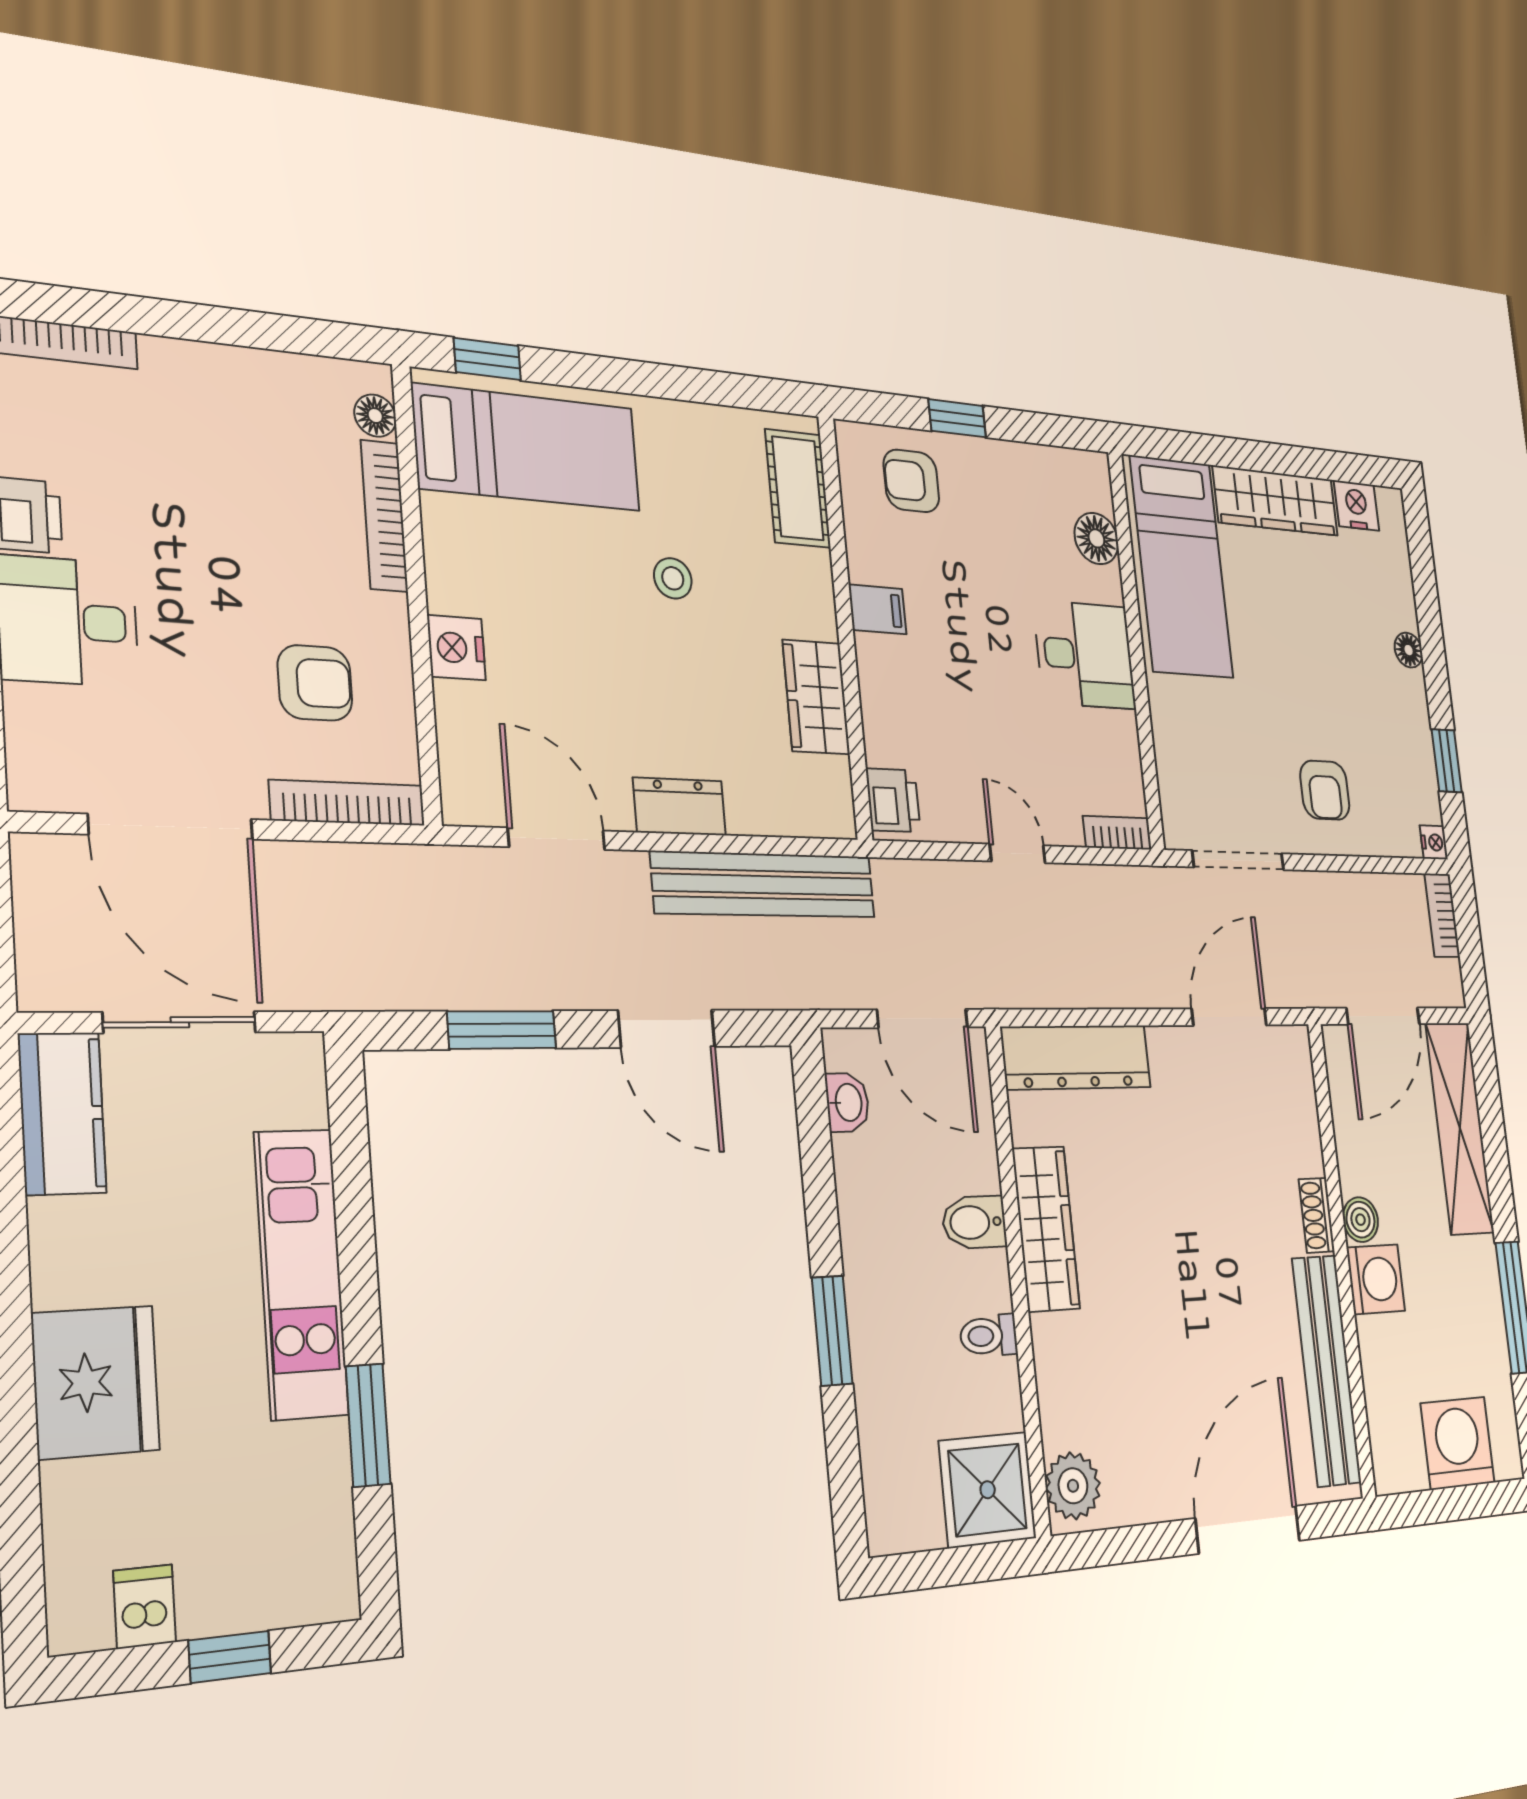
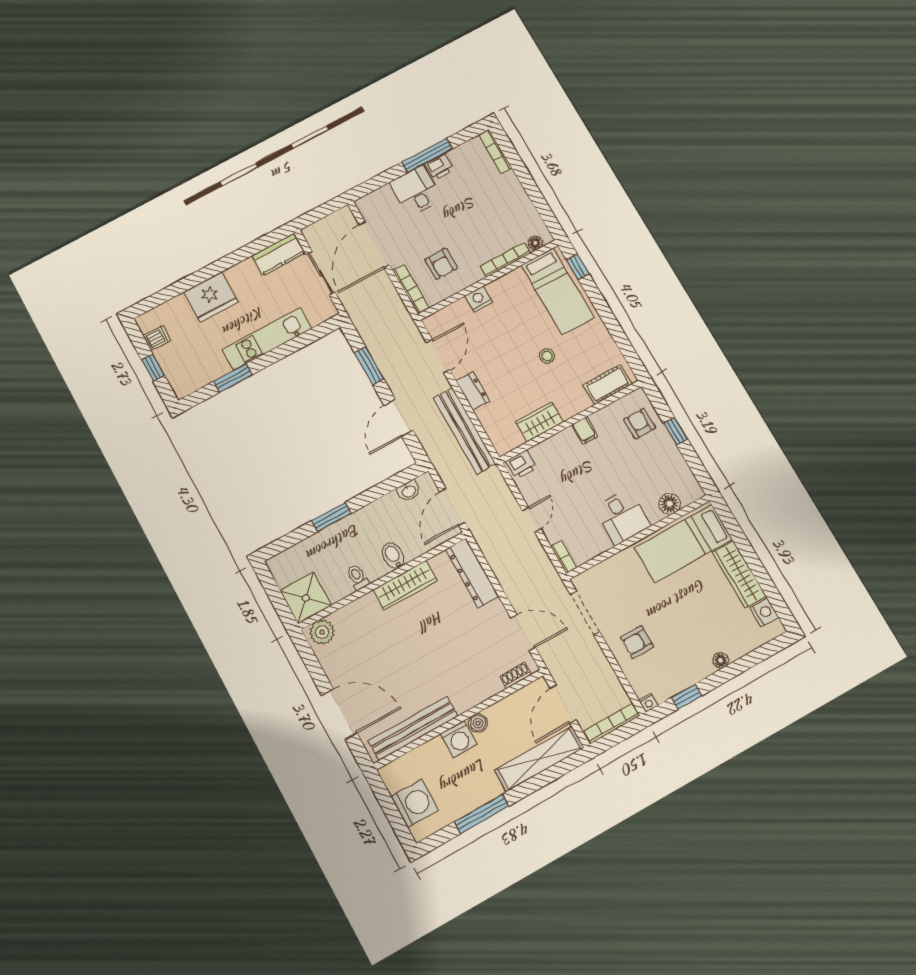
bookcase: (1442, 915) -> (612, 723), width x1.56
door: (1383, 1016) -> (563, 704), hinge flipped
shoe rack: (1317, 1215) -> (515, 675), moved

